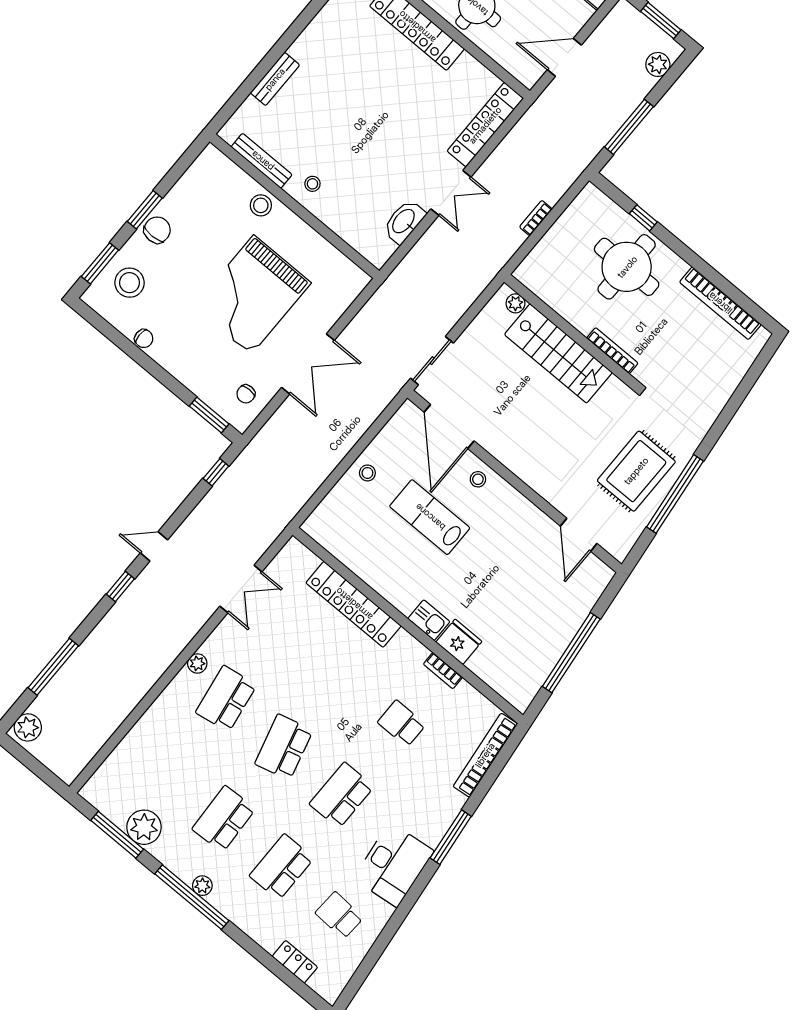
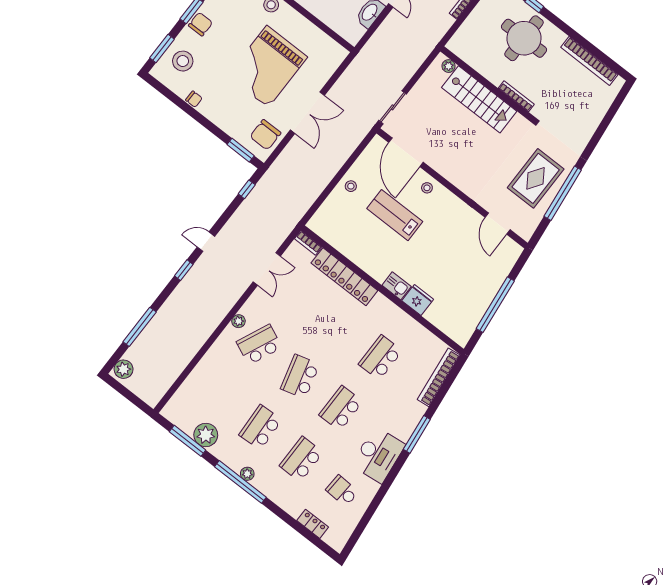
chair: (246, 394) -> (265, 135), width x1.87, depth x1.87
bookcase: (443, 671) -> (308, 243), moved
school desk: (226, 699) -> (259, 345), turned 33
school desk: (402, 723) -> (380, 357), width x1.85

